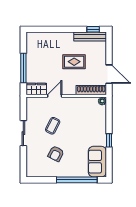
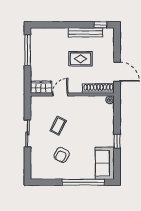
bench: (90, 37) -> (86, 32), moved
window: (23, 68) -> (28, 50), moved

